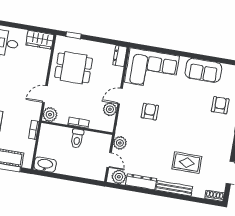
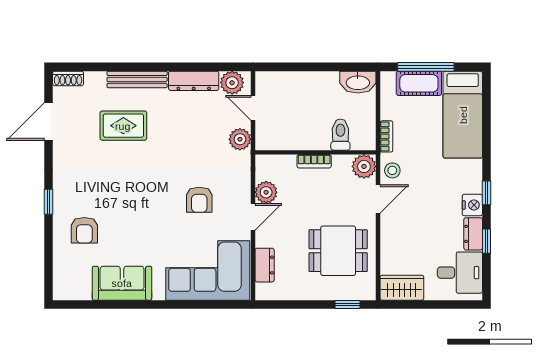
dresser: (120, 56) -> (265, 265), moved
stool: (34, 109) -> (392, 170), added
toilet: (77, 138) -> (340, 135), moved

